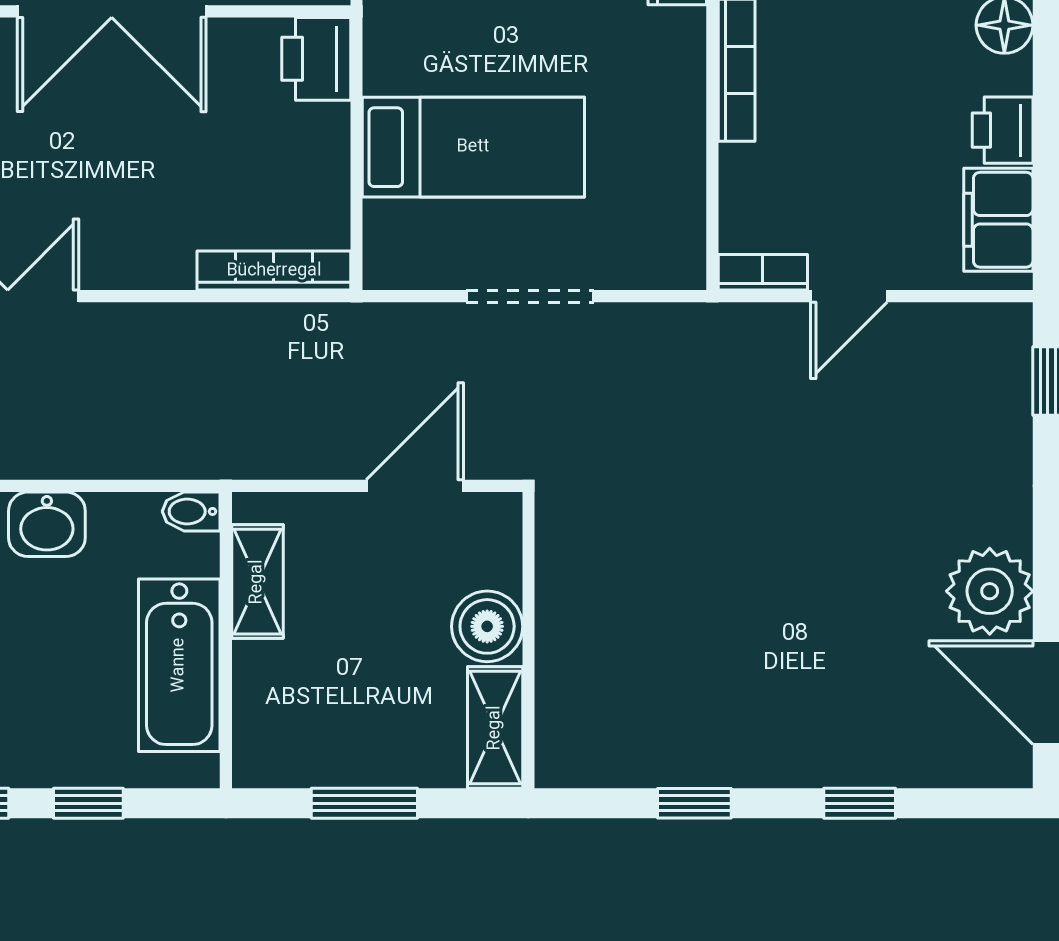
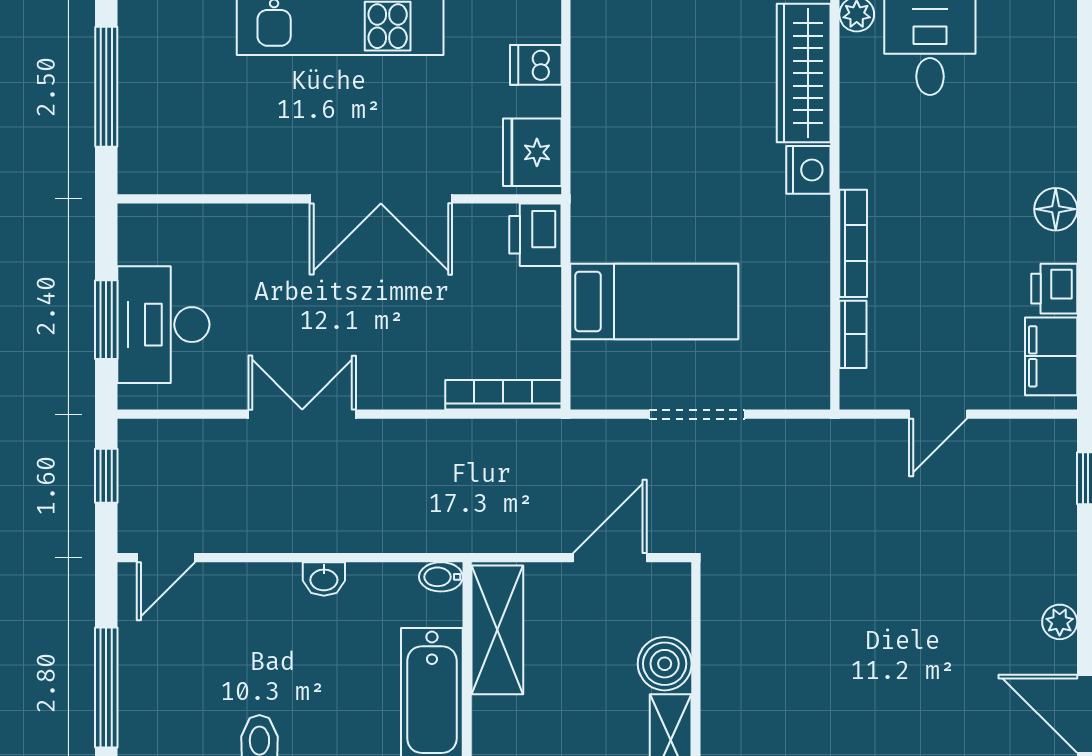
bookcase: (763, 272) -> (853, 334), moved, turned 90
washbasin: (47, 524) -> (324, 579), width x0.72, depth x0.69
shelving: (257, 582) -> (497, 630), width x1.50, depth x1.33
plant: (990, 591) -> (1060, 622), width x0.53, depth x0.53

